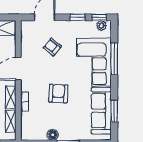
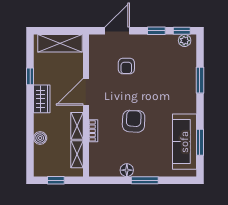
armchair: (52, 47) -> (126, 66), turned -129
window: (114, 59) -> (200, 80), width x0.69
corner sofa: (94, 62) -> (176, 84), removed

